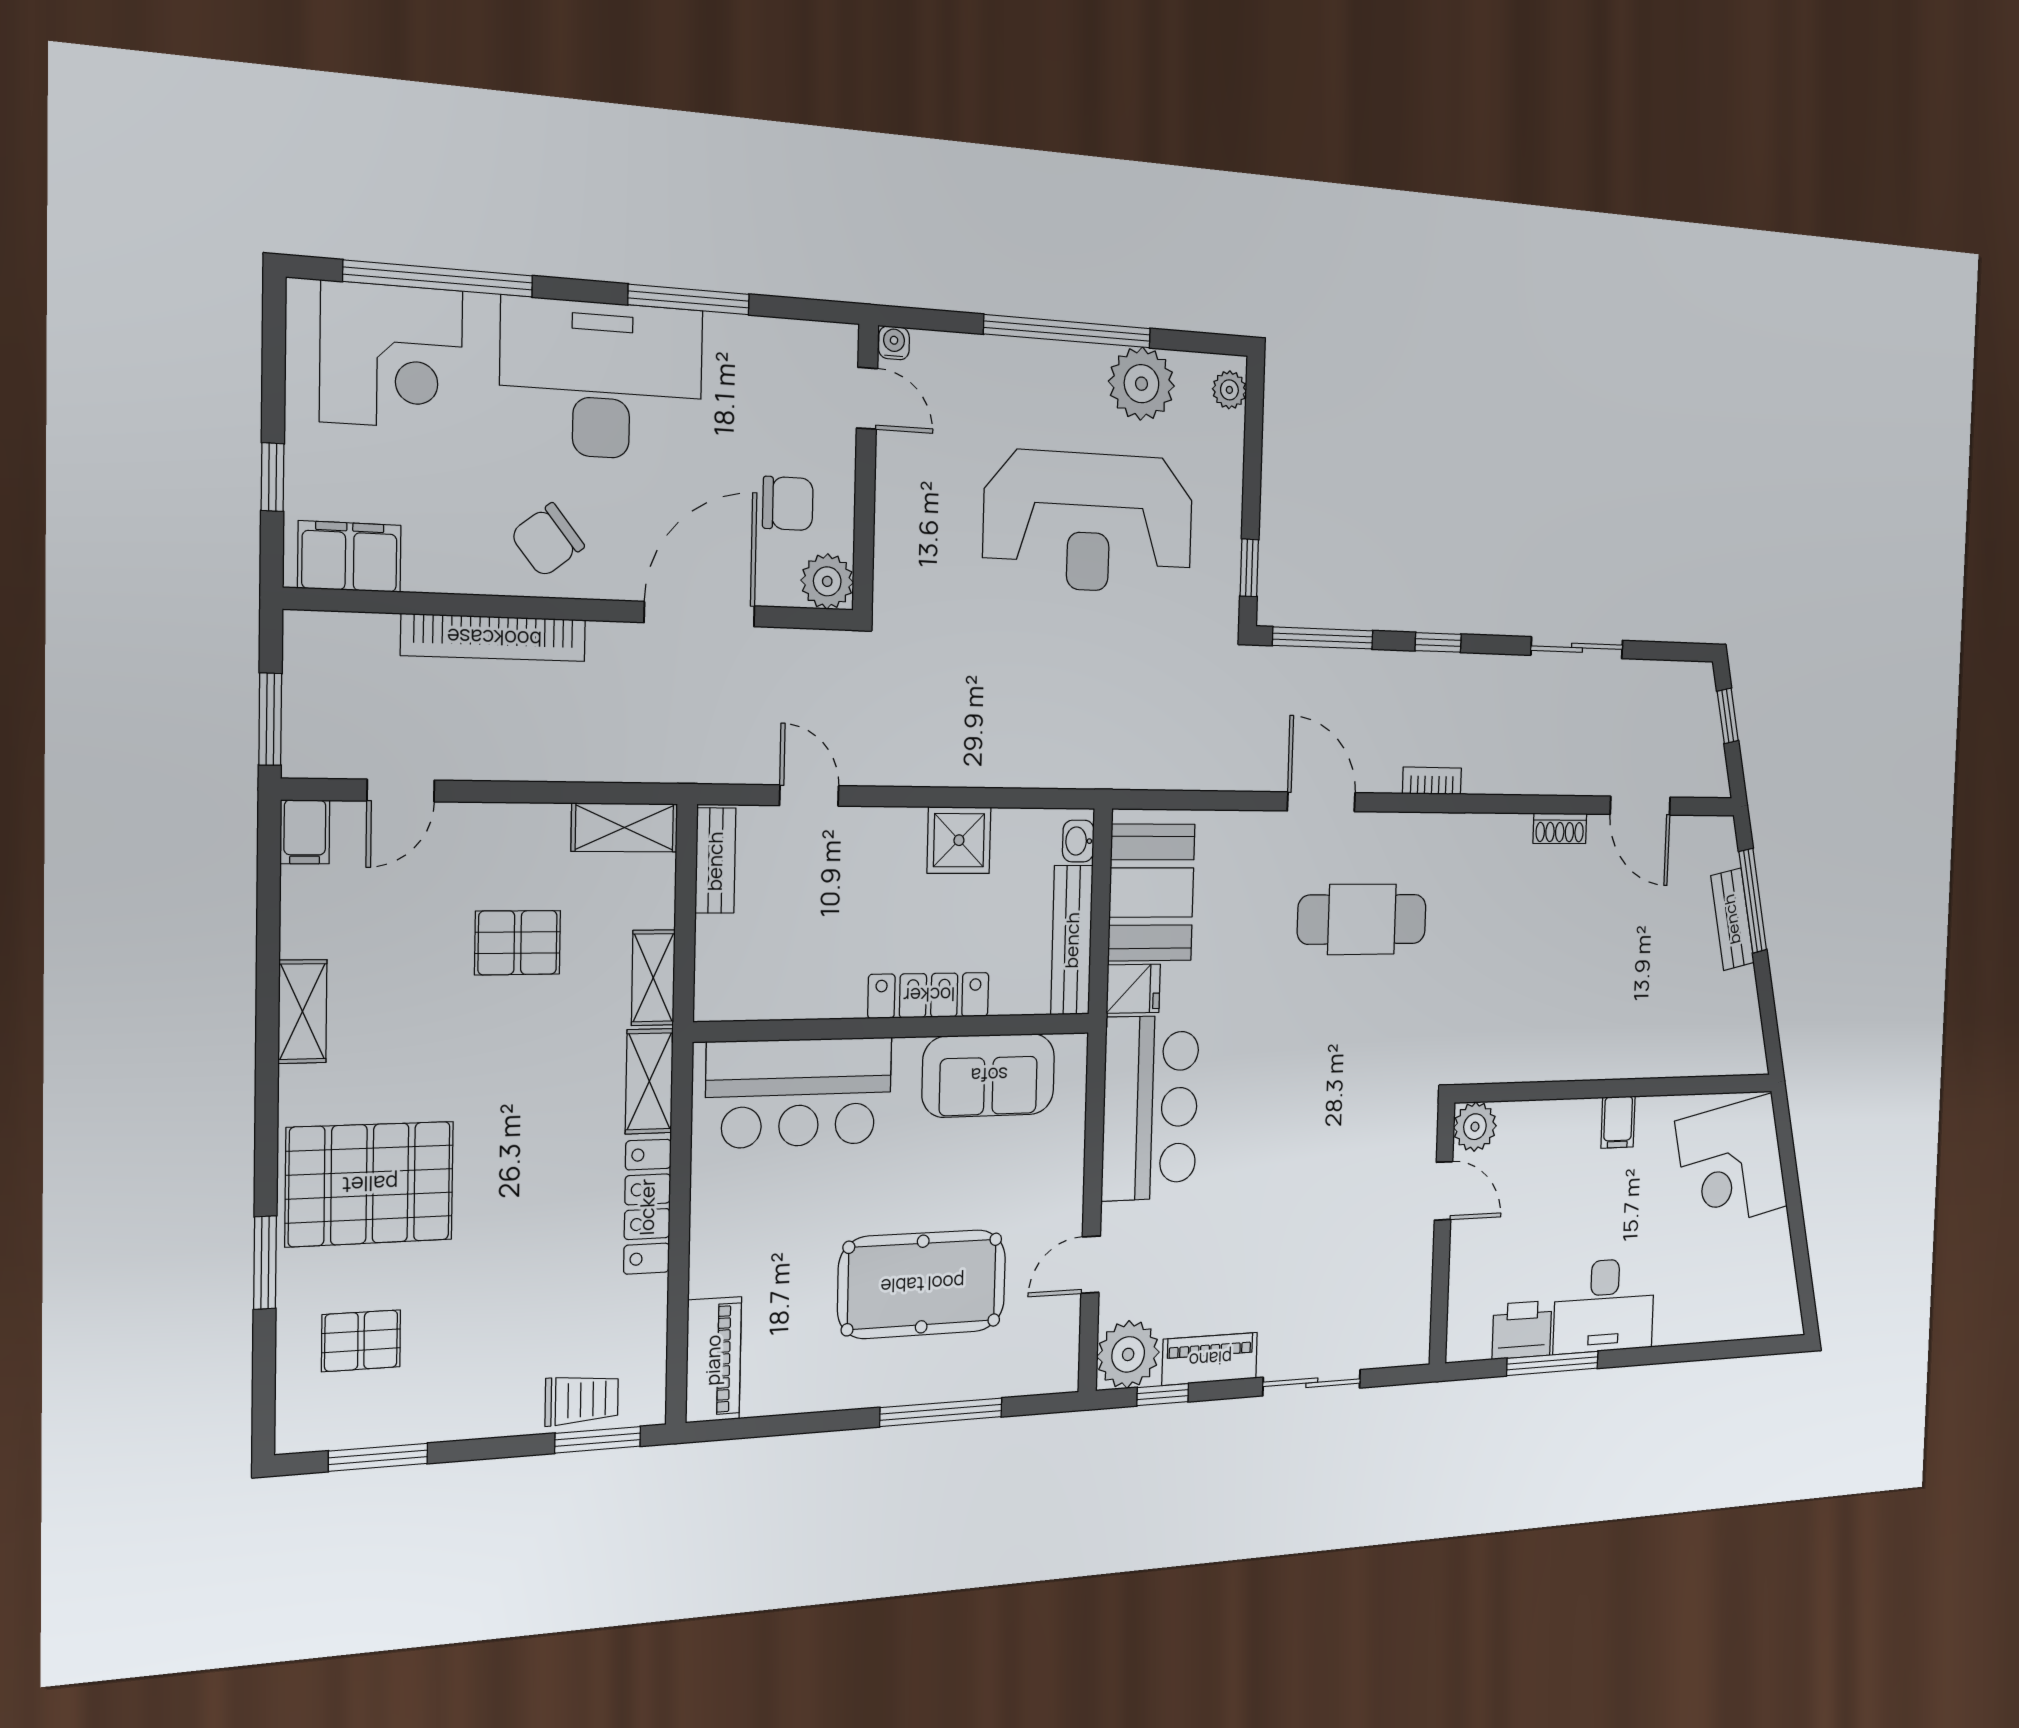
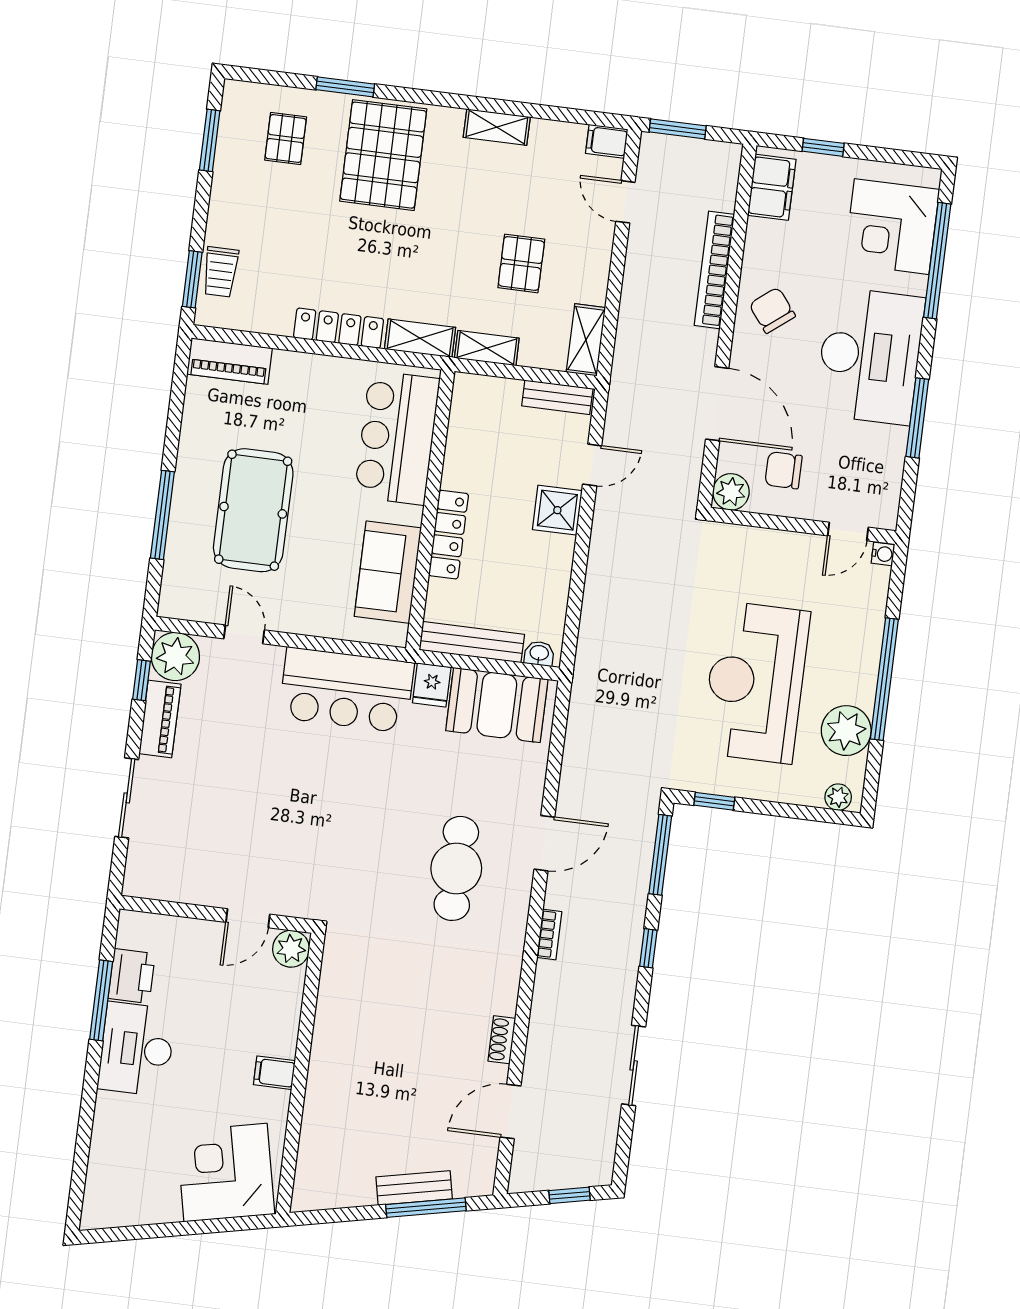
chair: (788, 503) -> (784, 470), turned 90
shower: (959, 840) -> (557, 510), moved

